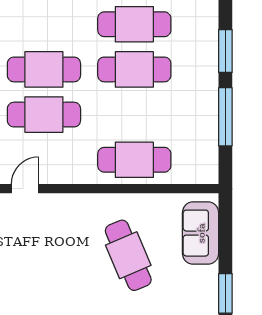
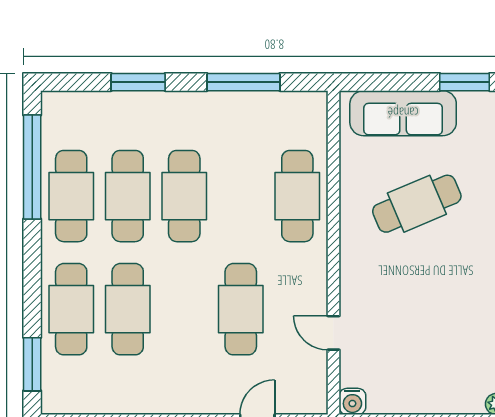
window: (225, 51) -> (138, 82), moved
cafe table: (44, 69) -> (128, 309), moved
sofa: (201, 233) -> (403, 113), width x1.36

